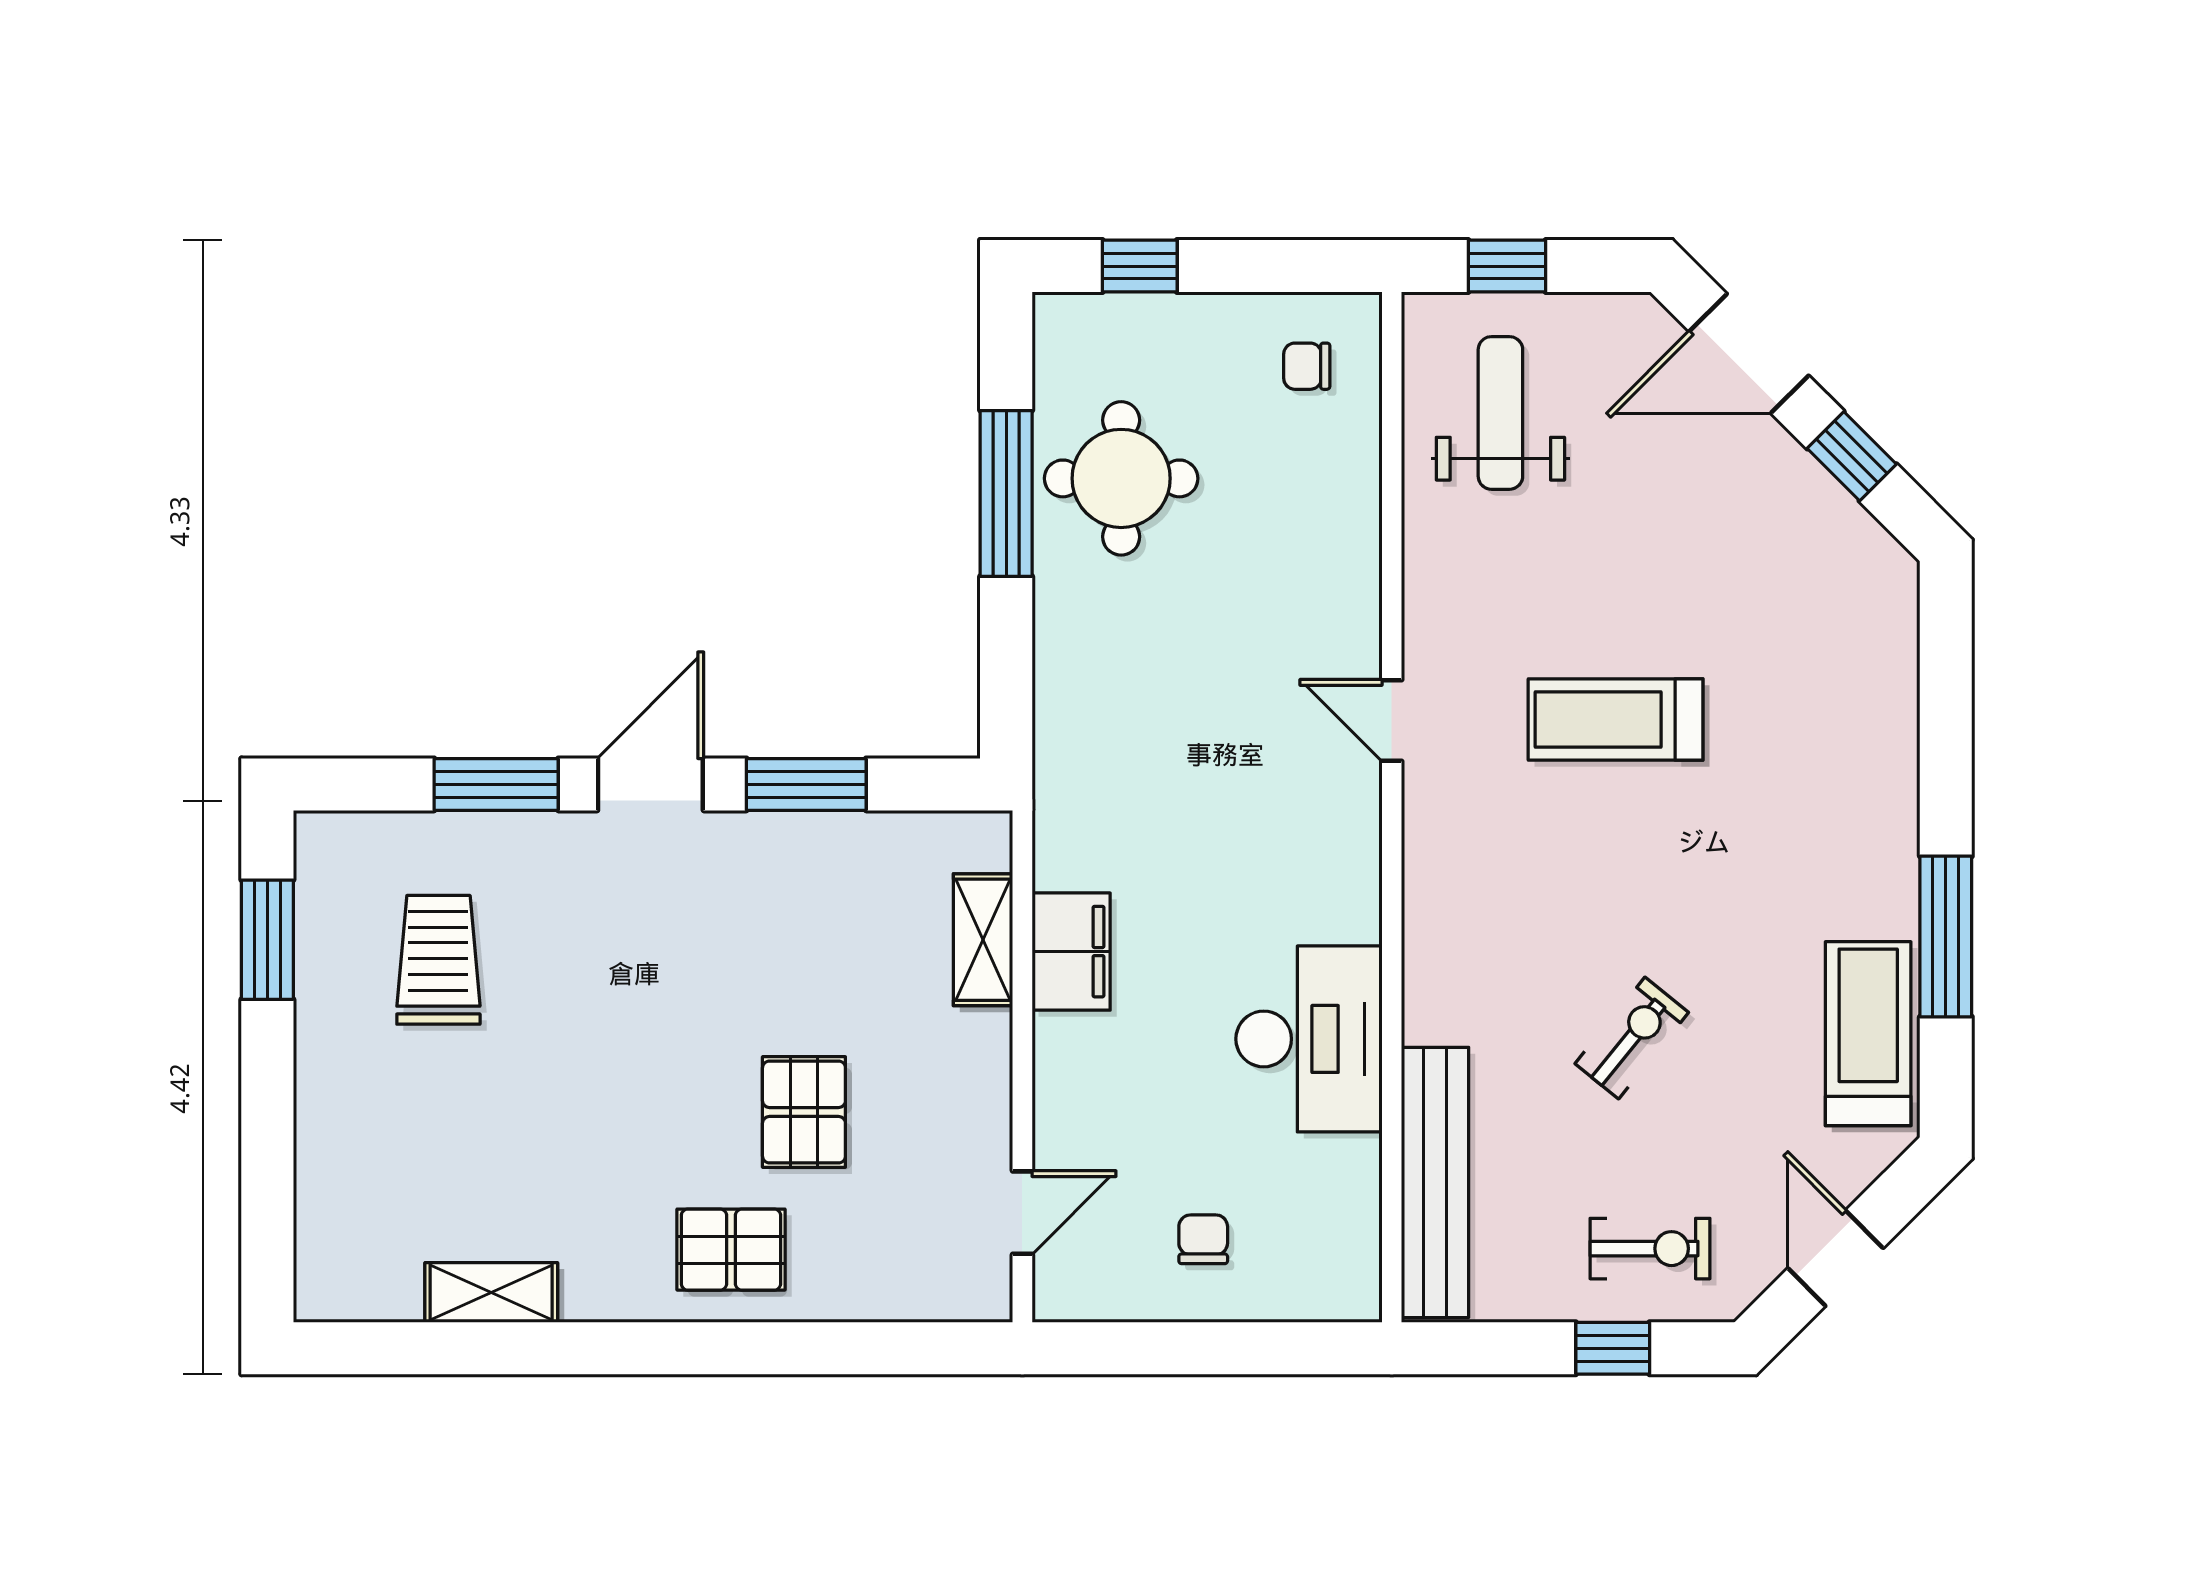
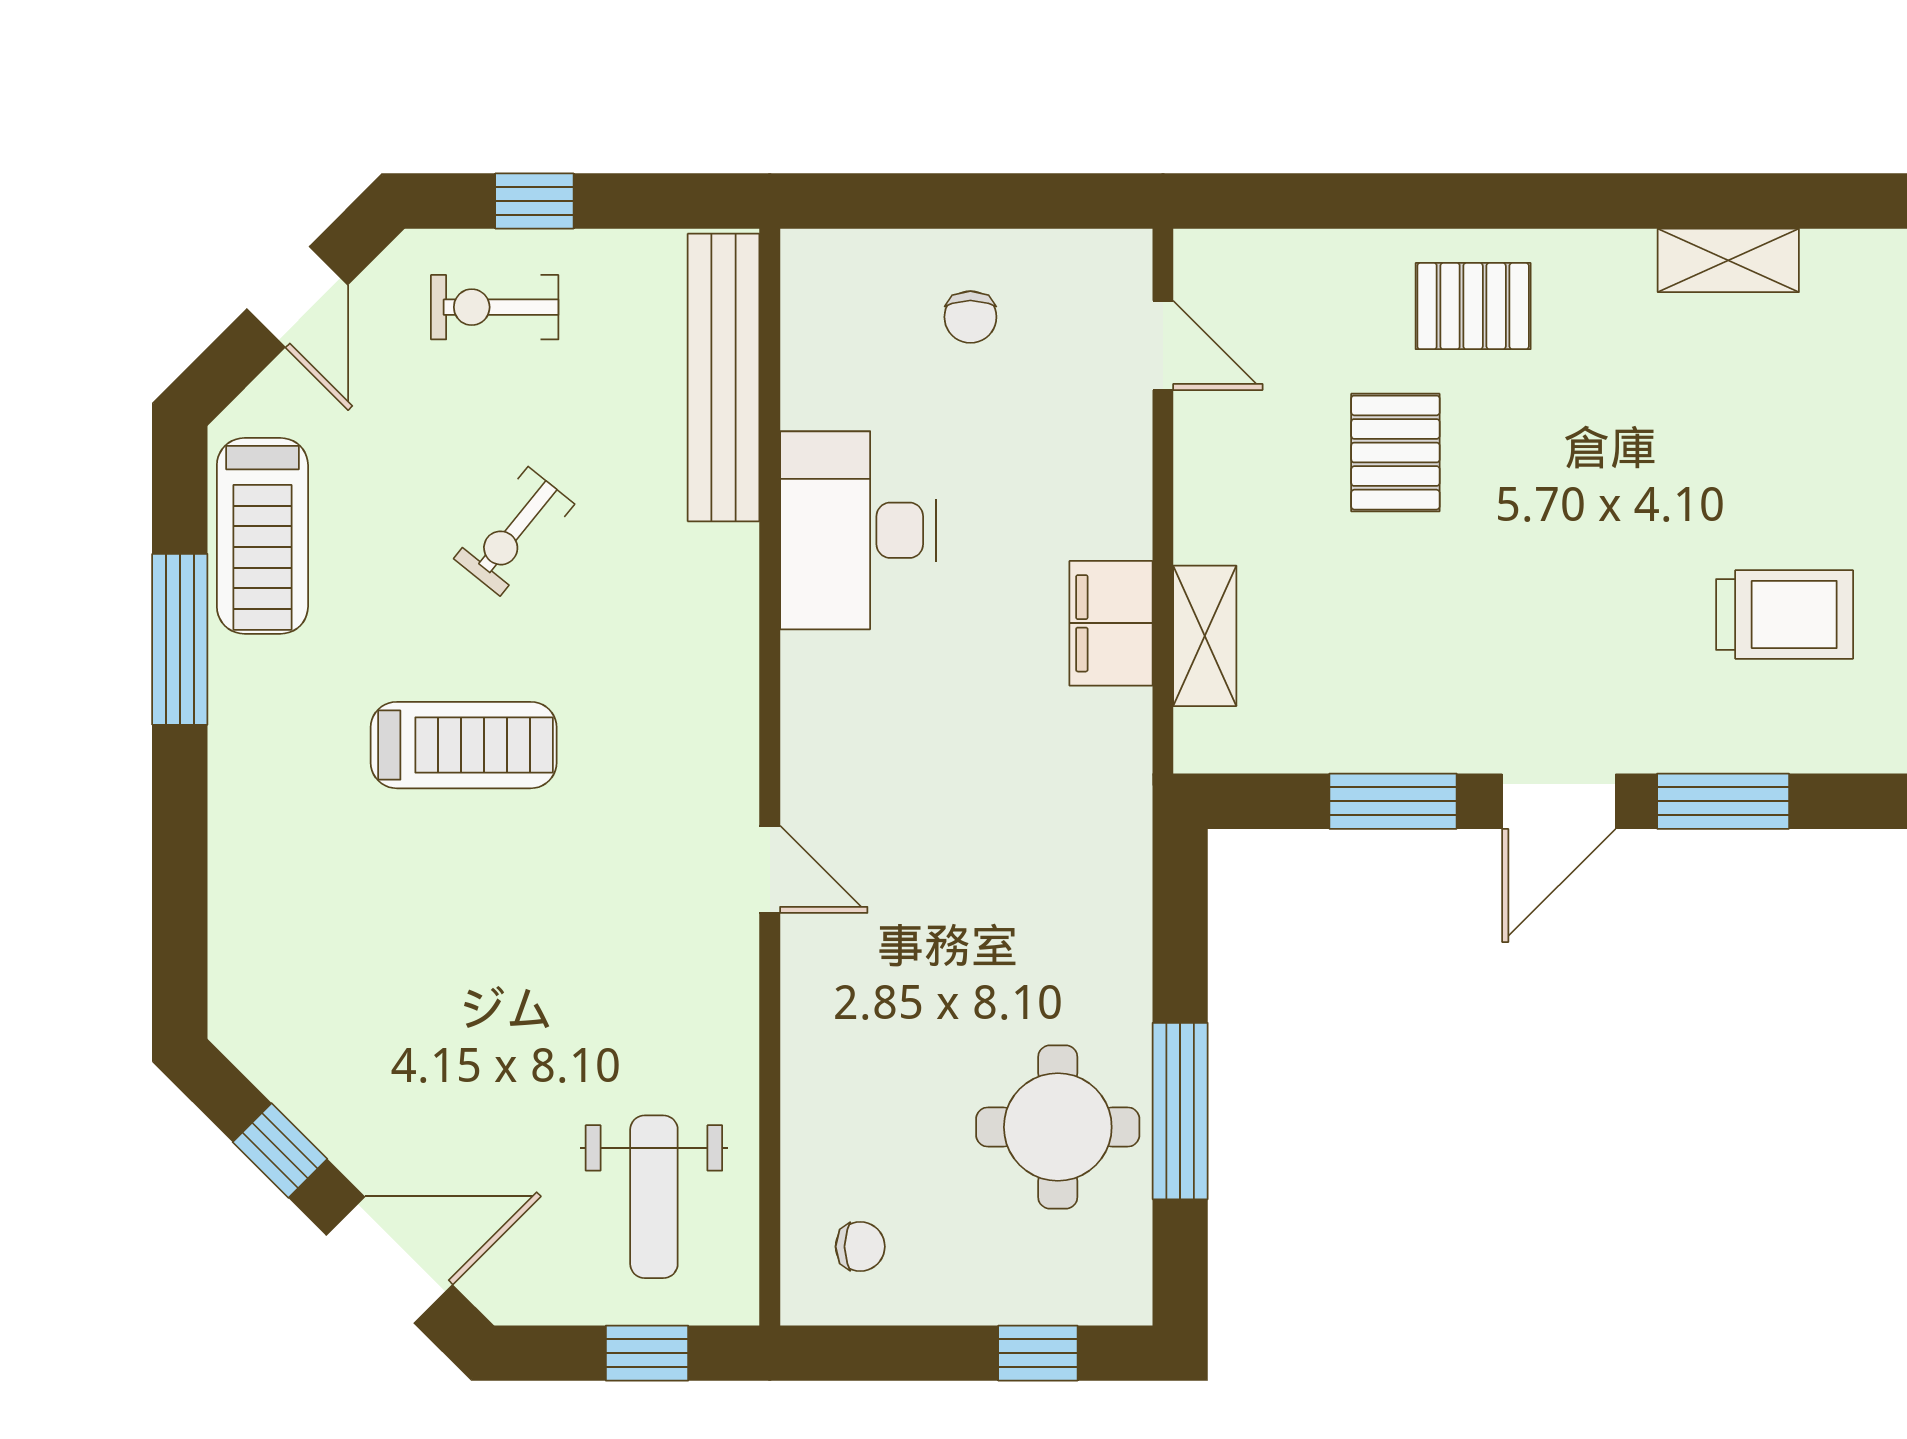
treadmill: (1616, 720) -> (464, 745), moved
trolley: (438, 960) -> (1785, 615), turned -90
door: (1022, 1213) -> (1163, 345), swing flipped

